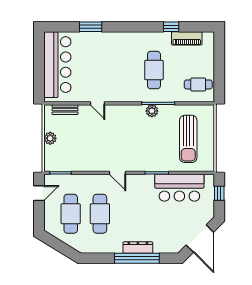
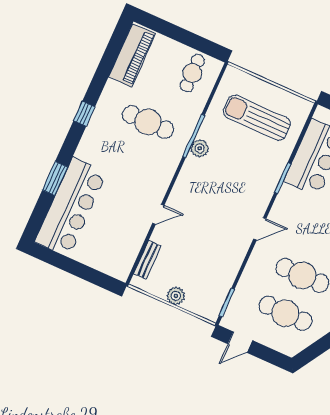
window: (171, 27) -> (84, 114), moved
piano: (187, 38) -> (132, 55), width x1.37, depth x1.33
bar counter: (57, 65) -> (71, 207), moved, turned 90
sun lounger: (188, 139) -> (257, 118), turned 180
door: (39, 193) -> (240, 342), swing flipped

